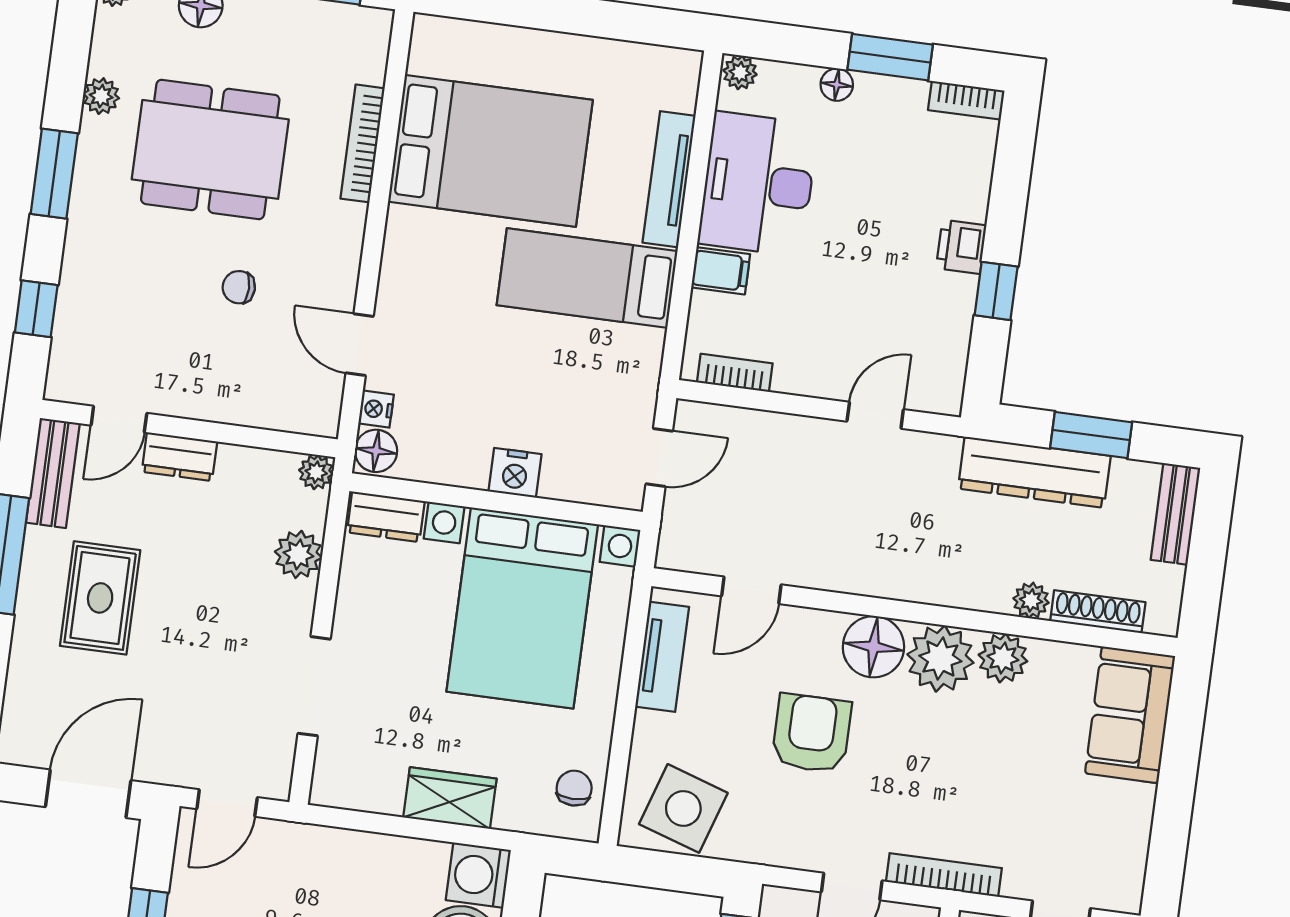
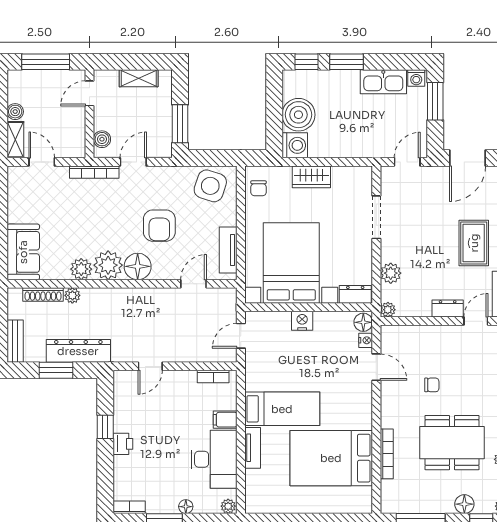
tv unit: (669, 179) -> (253, 448), width x0.71

